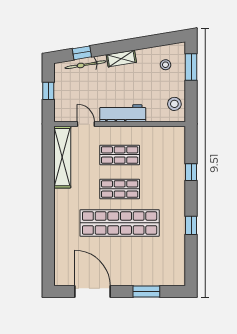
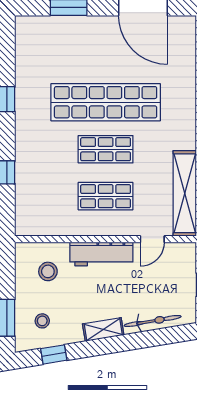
window: (82, 53) -> (54, 354), moved
stool: (174, 104) -> (48, 271), moved
door: (86, 124) -> (152, 239), hinge flipped

